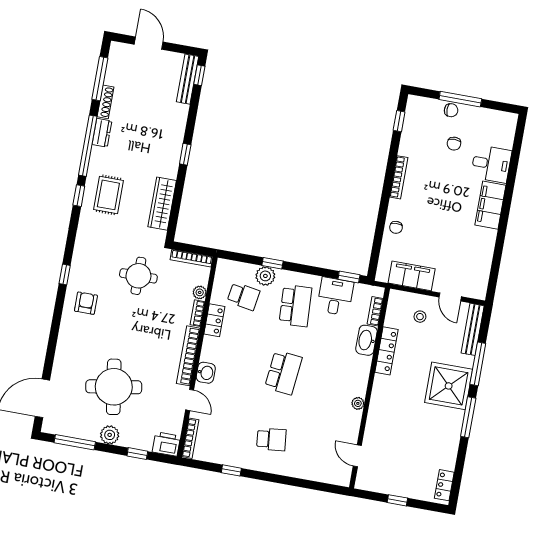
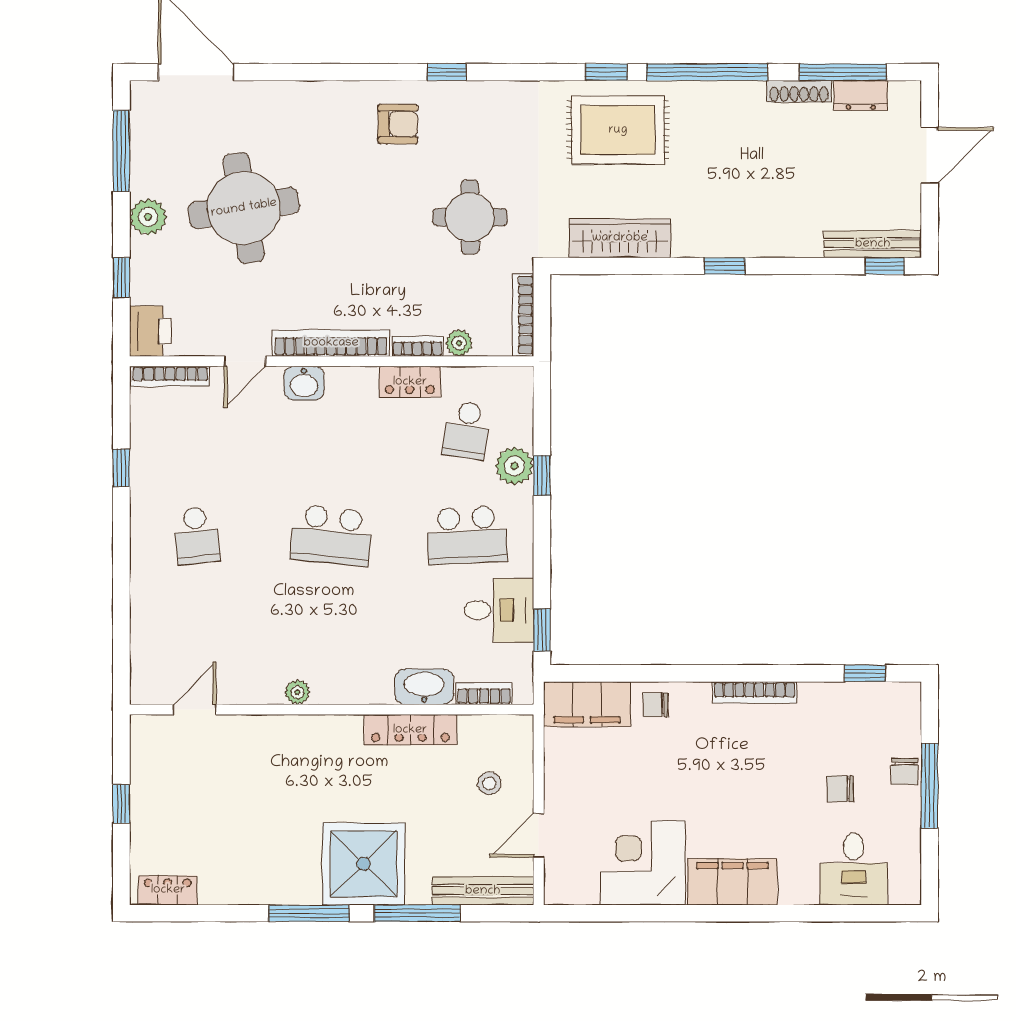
dresser: (102, 133) -> (861, 95), moved
desk: (491, 164) -> (854, 869), moved
rug: (108, 195) -> (618, 130), width x1.36, depth x1.43
corner desk: (473, 248) -> (643, 863), added
filing cabinet: (412, 276) -> (587, 704), moved, turned 90

